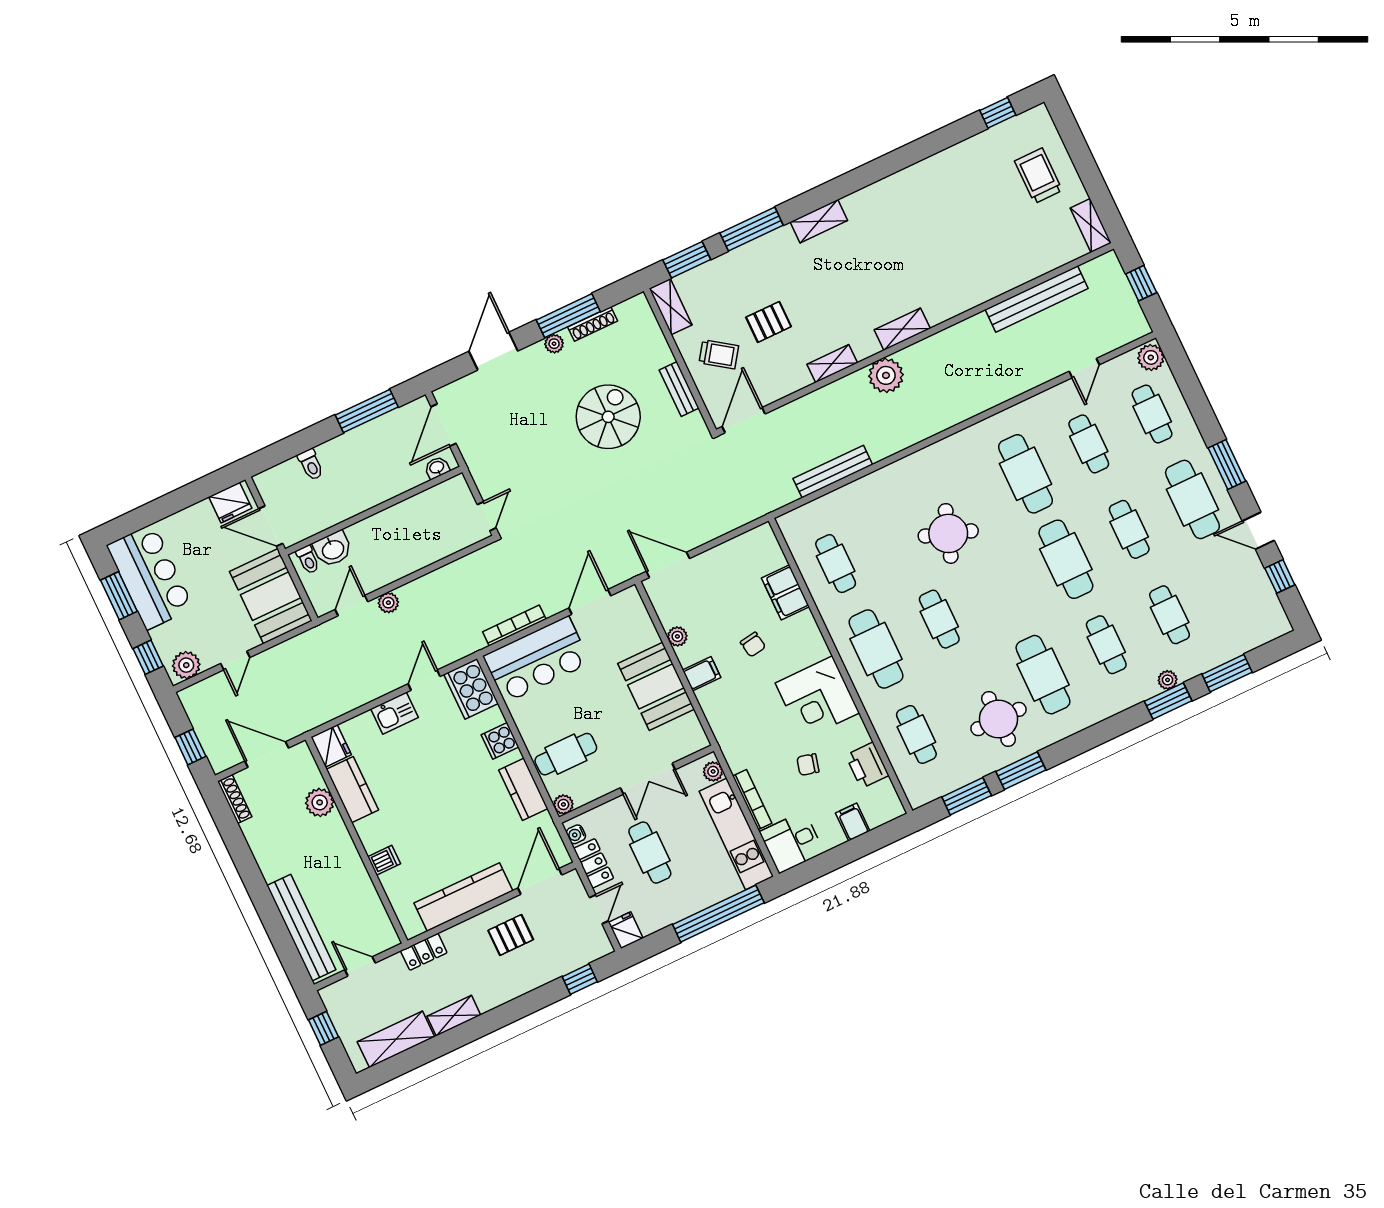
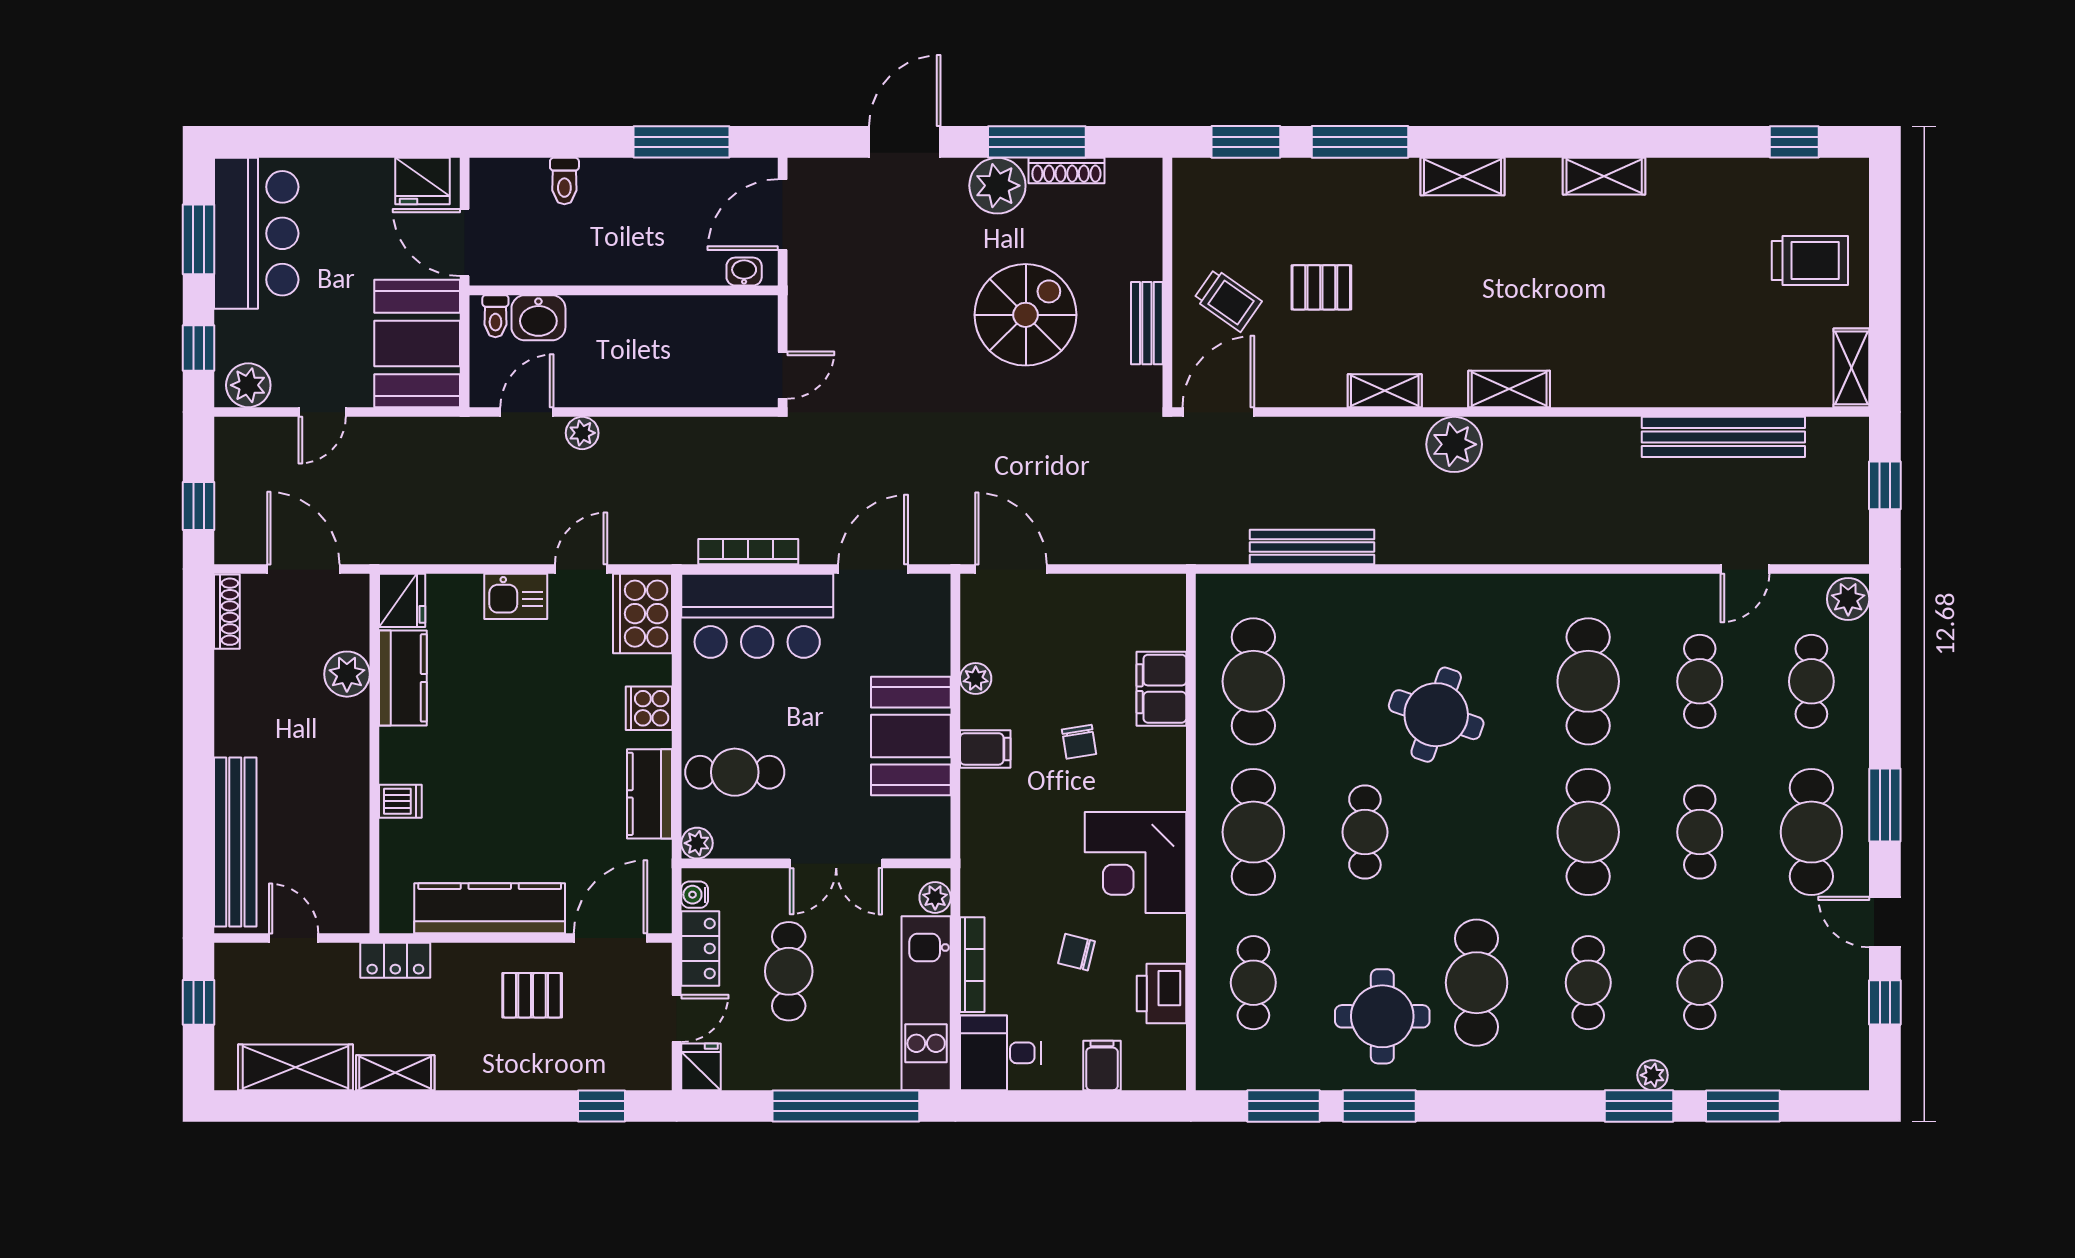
trolley: (1038, 176) -> (1810, 261), turned 90
shelving: (671, 307) -> (1604, 176), moved, turned 90
plant: (554, 344) -> (997, 186), width x1.88, depth x1.88
cafe table: (836, 564) -> (1253, 681), width x1.37, depth x1.35

